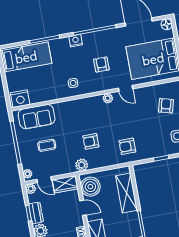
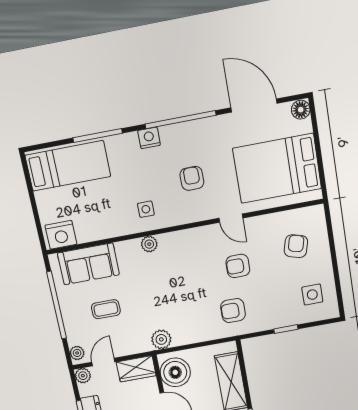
plant: (108, 98) -> (149, 244), moved
armchair: (91, 141) -> (238, 266), moved
door: (44, 180) -> (103, 362), swing flipped

